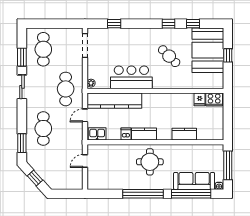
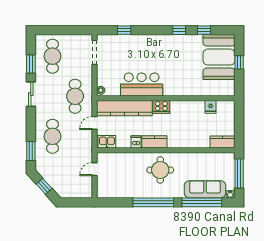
cafe table: (169, 56) -> (180, 63), removed
cooker: (214, 99) -> (161, 107), moved
kitchen counter: (184, 134) -> (222, 142), moved

